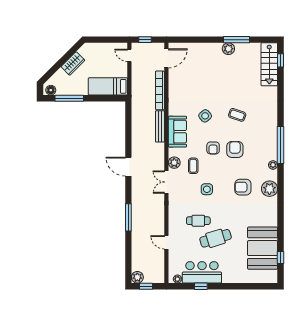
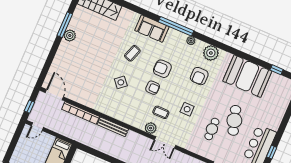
sofa: (177, 132) -> (152, 29), moved, turned 180
booth: (263, 248) -> (247, 76), moved

